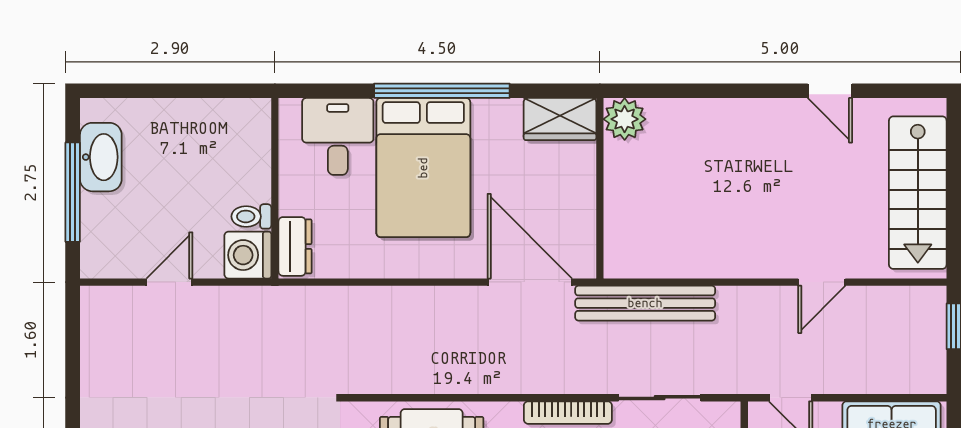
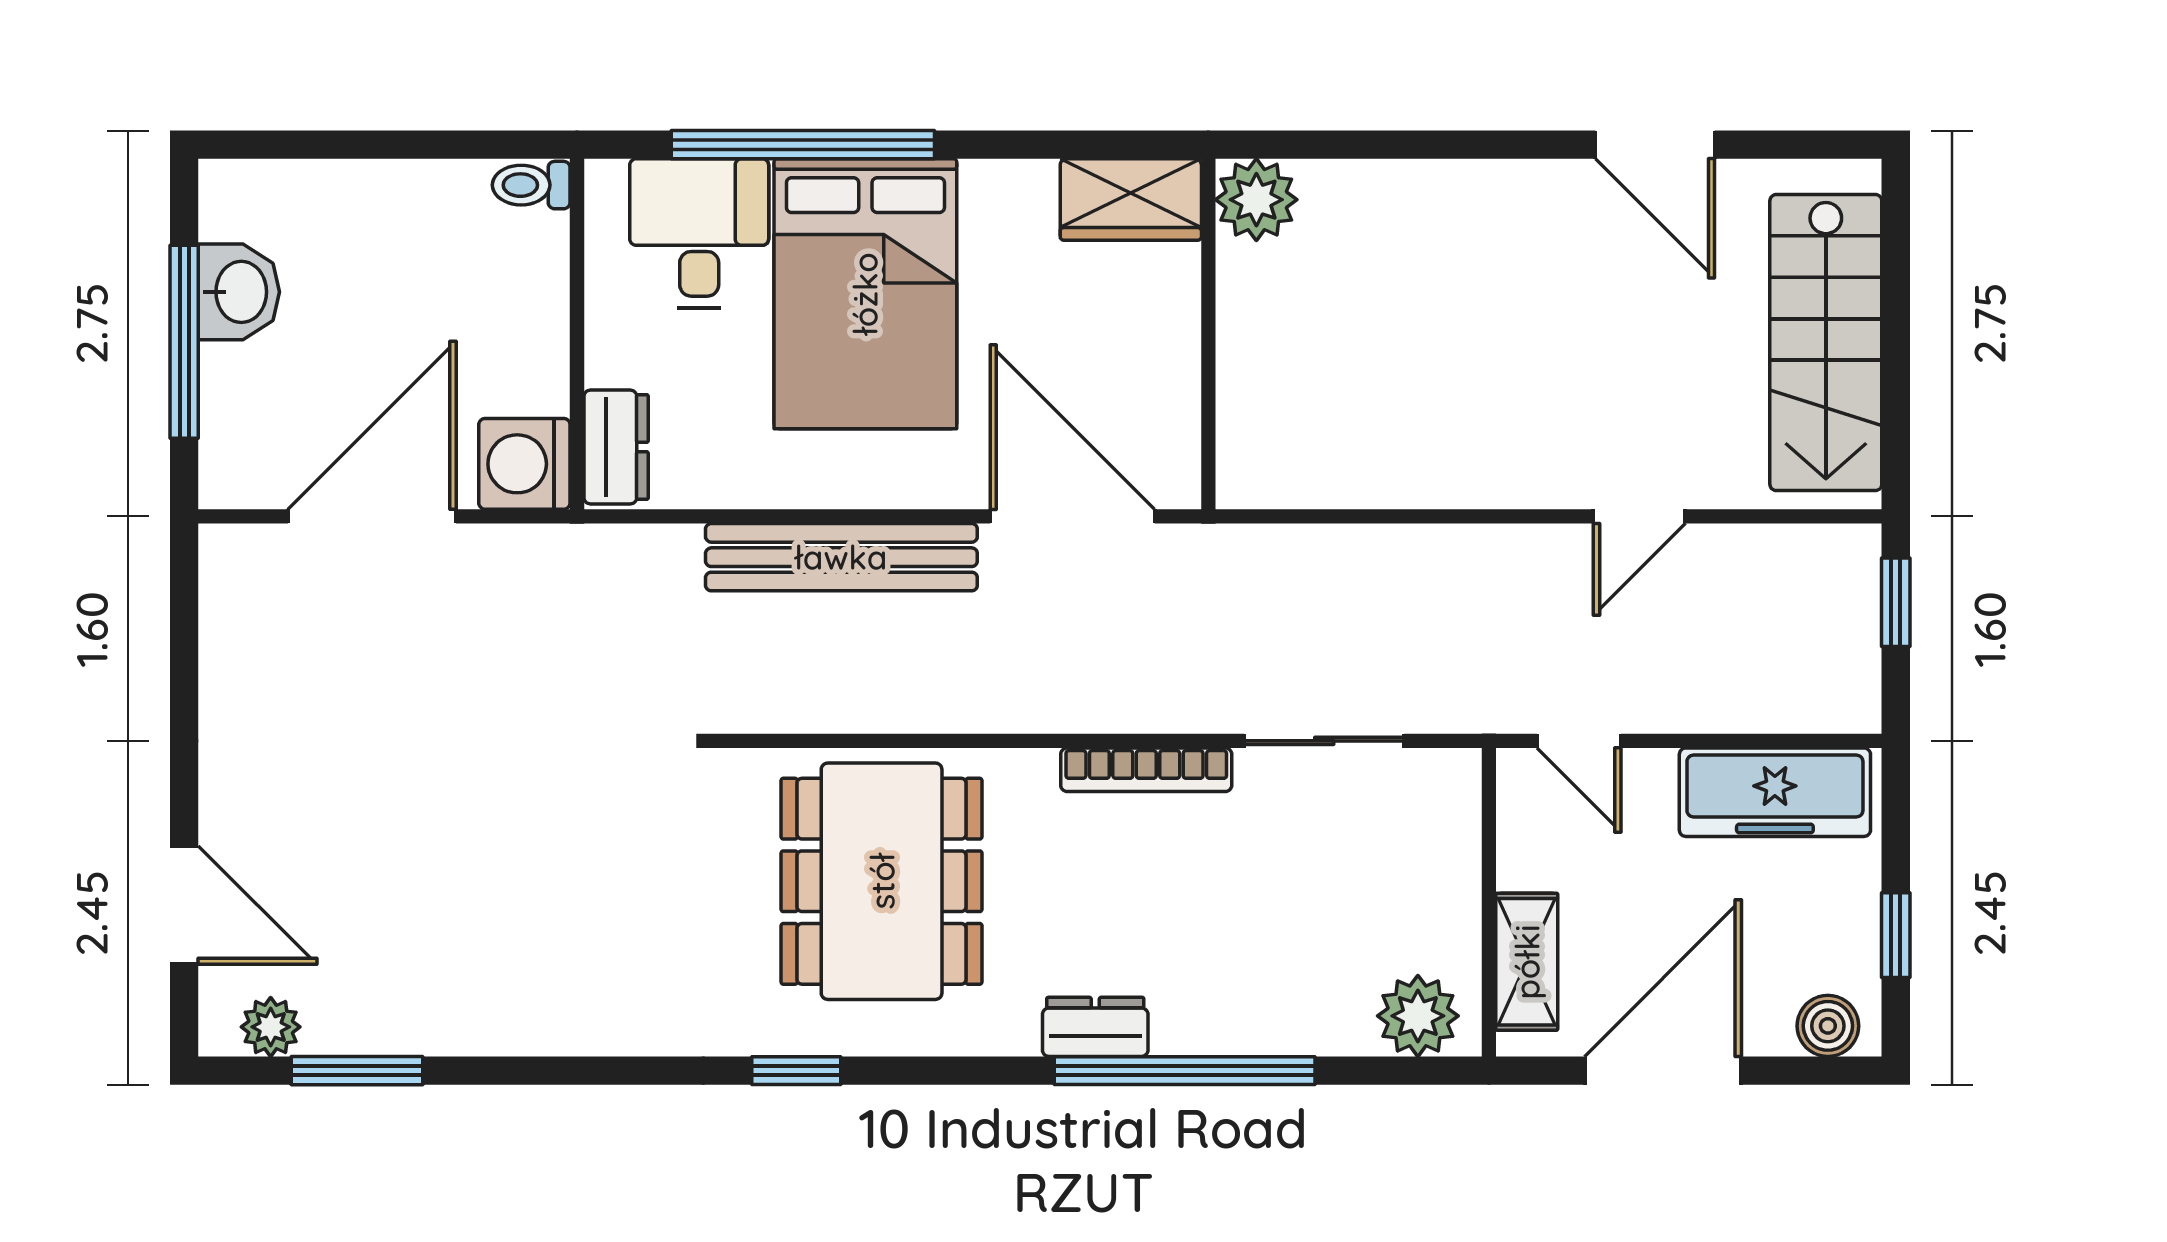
window: (442, 91) -> (803, 145), moved
door: (830, 91) -> (1655, 145), width x1.38
washbasin: (101, 157) -> (239, 292), width x0.72
toilet: (251, 216) -> (531, 185), moved
door: (169, 282) -> (372, 516), width x1.87
bench: (645, 303) -> (841, 557), moved

